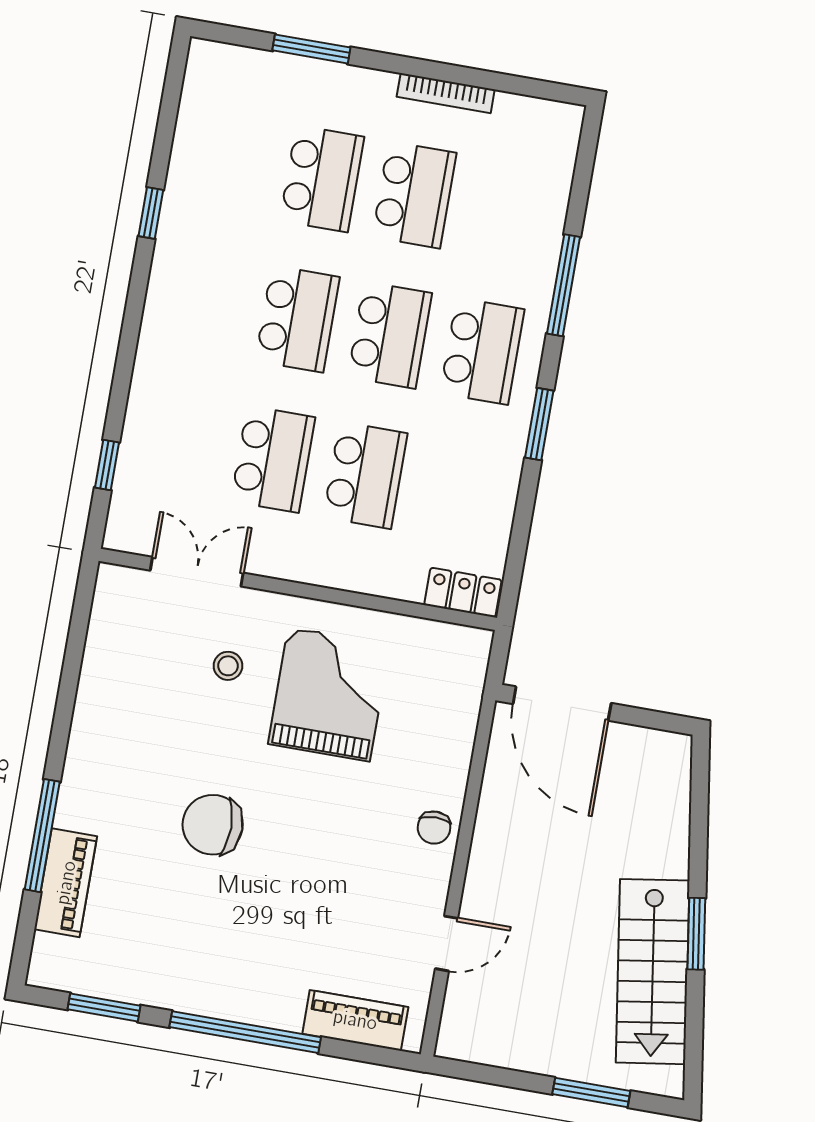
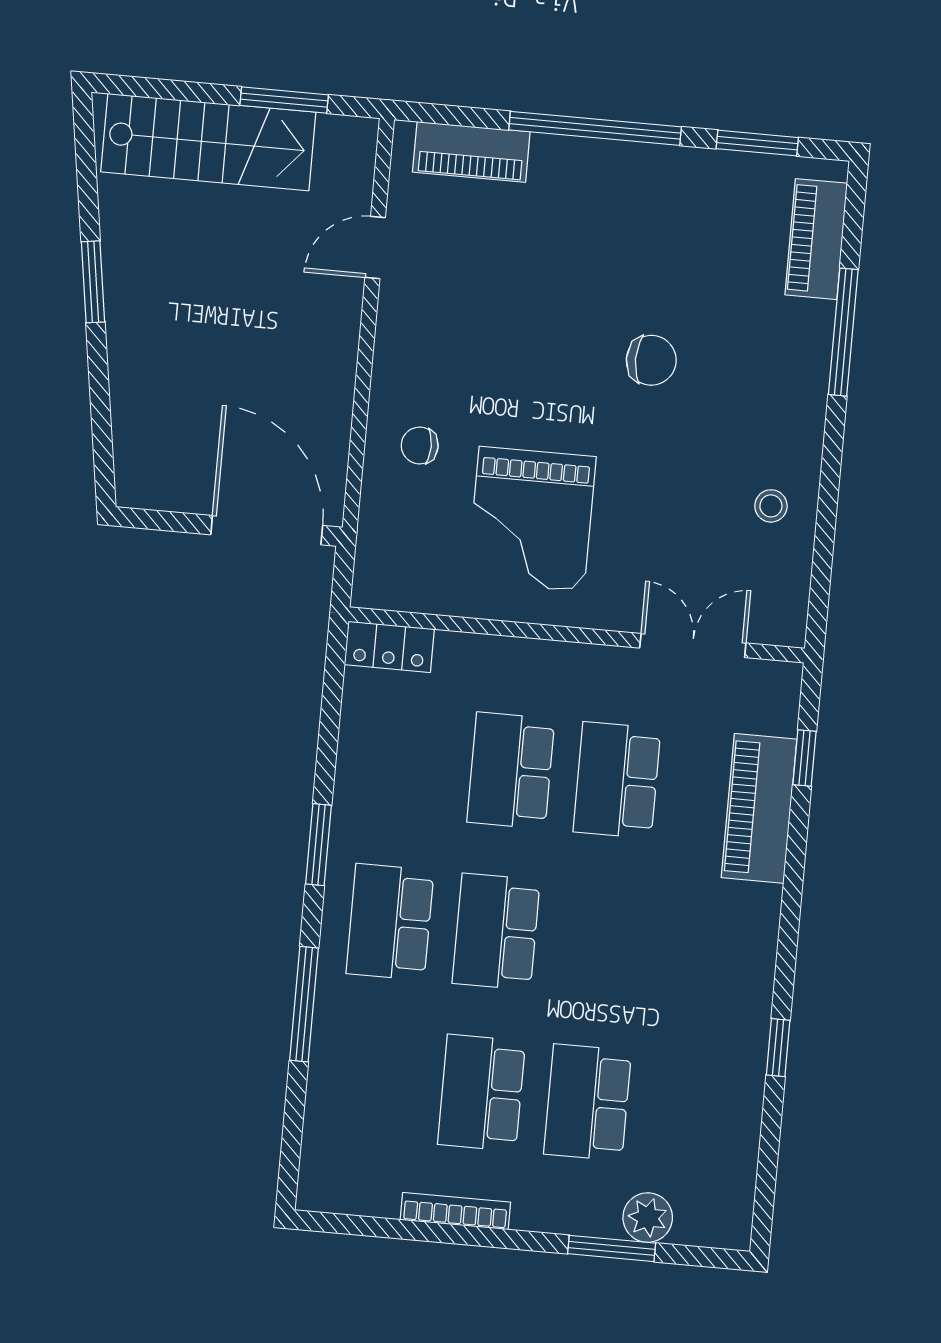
plant: (278, 73) -> (648, 1218), added
school desk: (297, 319) -> (602, 941), removed
piano: (150, 424) -> (759, 808), added
double door: (197, 572) -> (693, 645), swing flipped
stool: (228, 666) -> (771, 506), moved
chair: (213, 825) -> (651, 360), width x0.73, depth x0.73
chair: (434, 828) -> (420, 445), moved, turned -90
piano: (66, 883) -> (816, 239), moved
stairs: (653, 972) -> (208, 142), moved, turned 99
window: (591, 1093) -> (284, 100), moved

